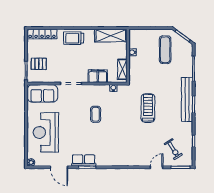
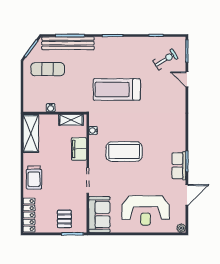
bench: (187, 100) -> (68, 43), moved
treadmill: (148, 108) -> (117, 89), width x1.37, depth x1.38
coffee table: (96, 114) -> (124, 152), width x1.86, depth x1.72

